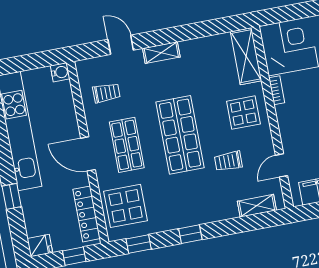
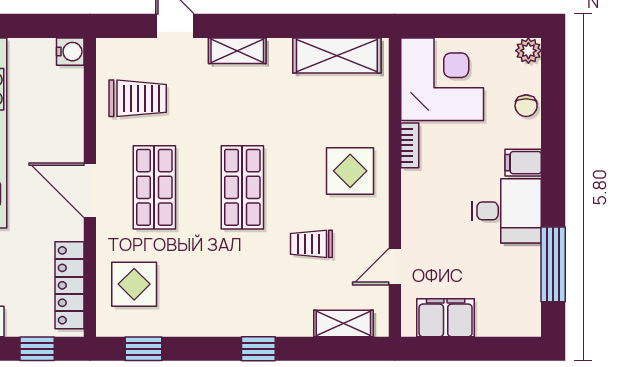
shelving: (246, 56) -> (337, 56), moved, turned 90
trolley: (106, 93) -> (138, 98), width x1.36, depth x1.39
shop shelf: (180, 135) -> (242, 187), width x0.70, depth x0.74
display table: (126, 206) -> (134, 284), width x0.73, depth x0.73
window: (190, 234) -> (258, 349), moved

